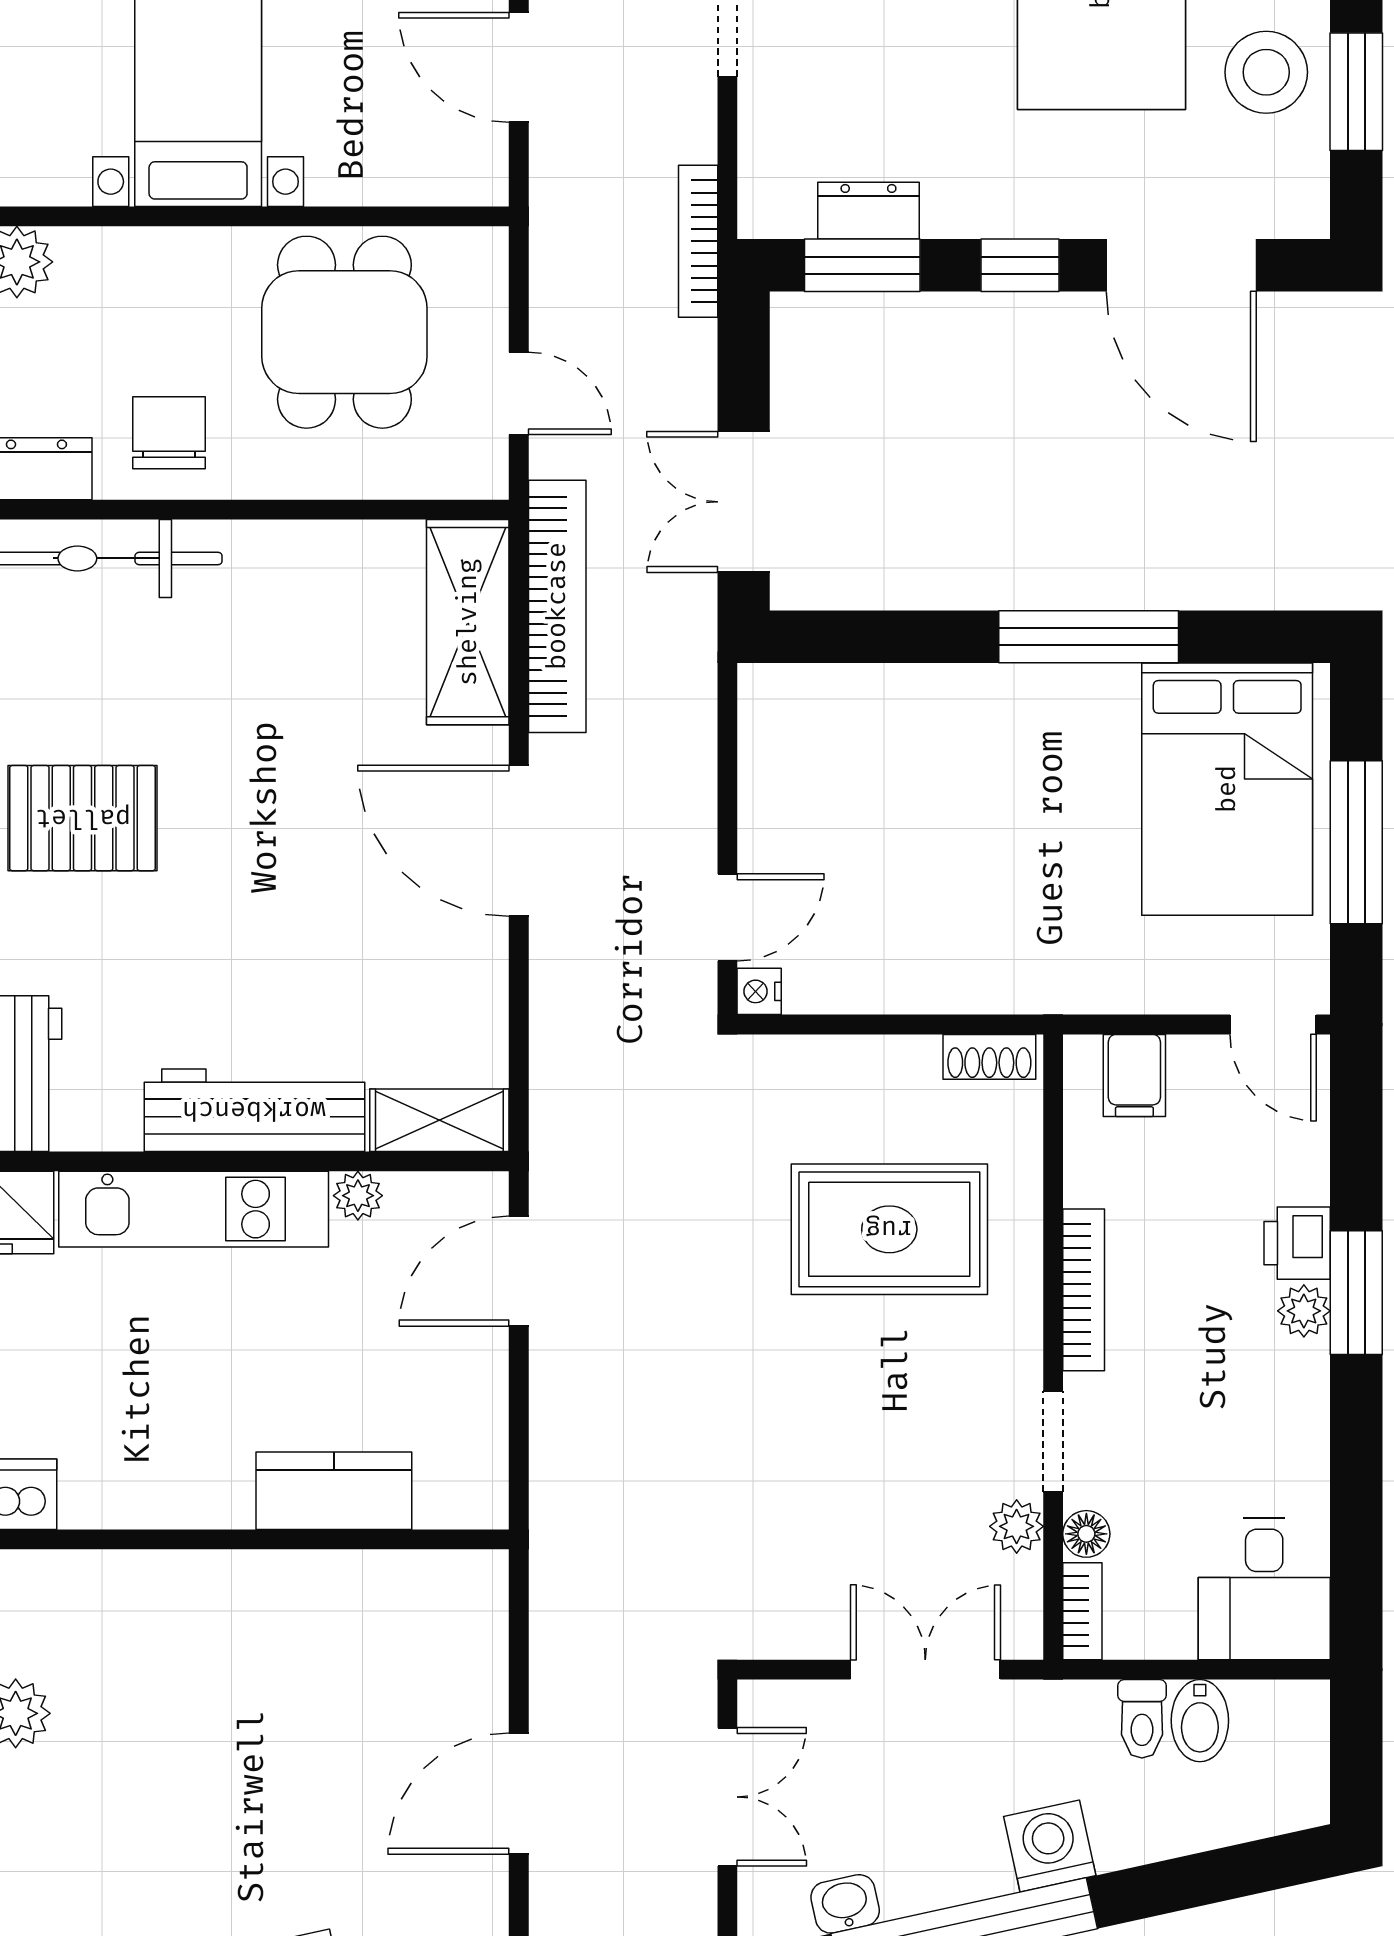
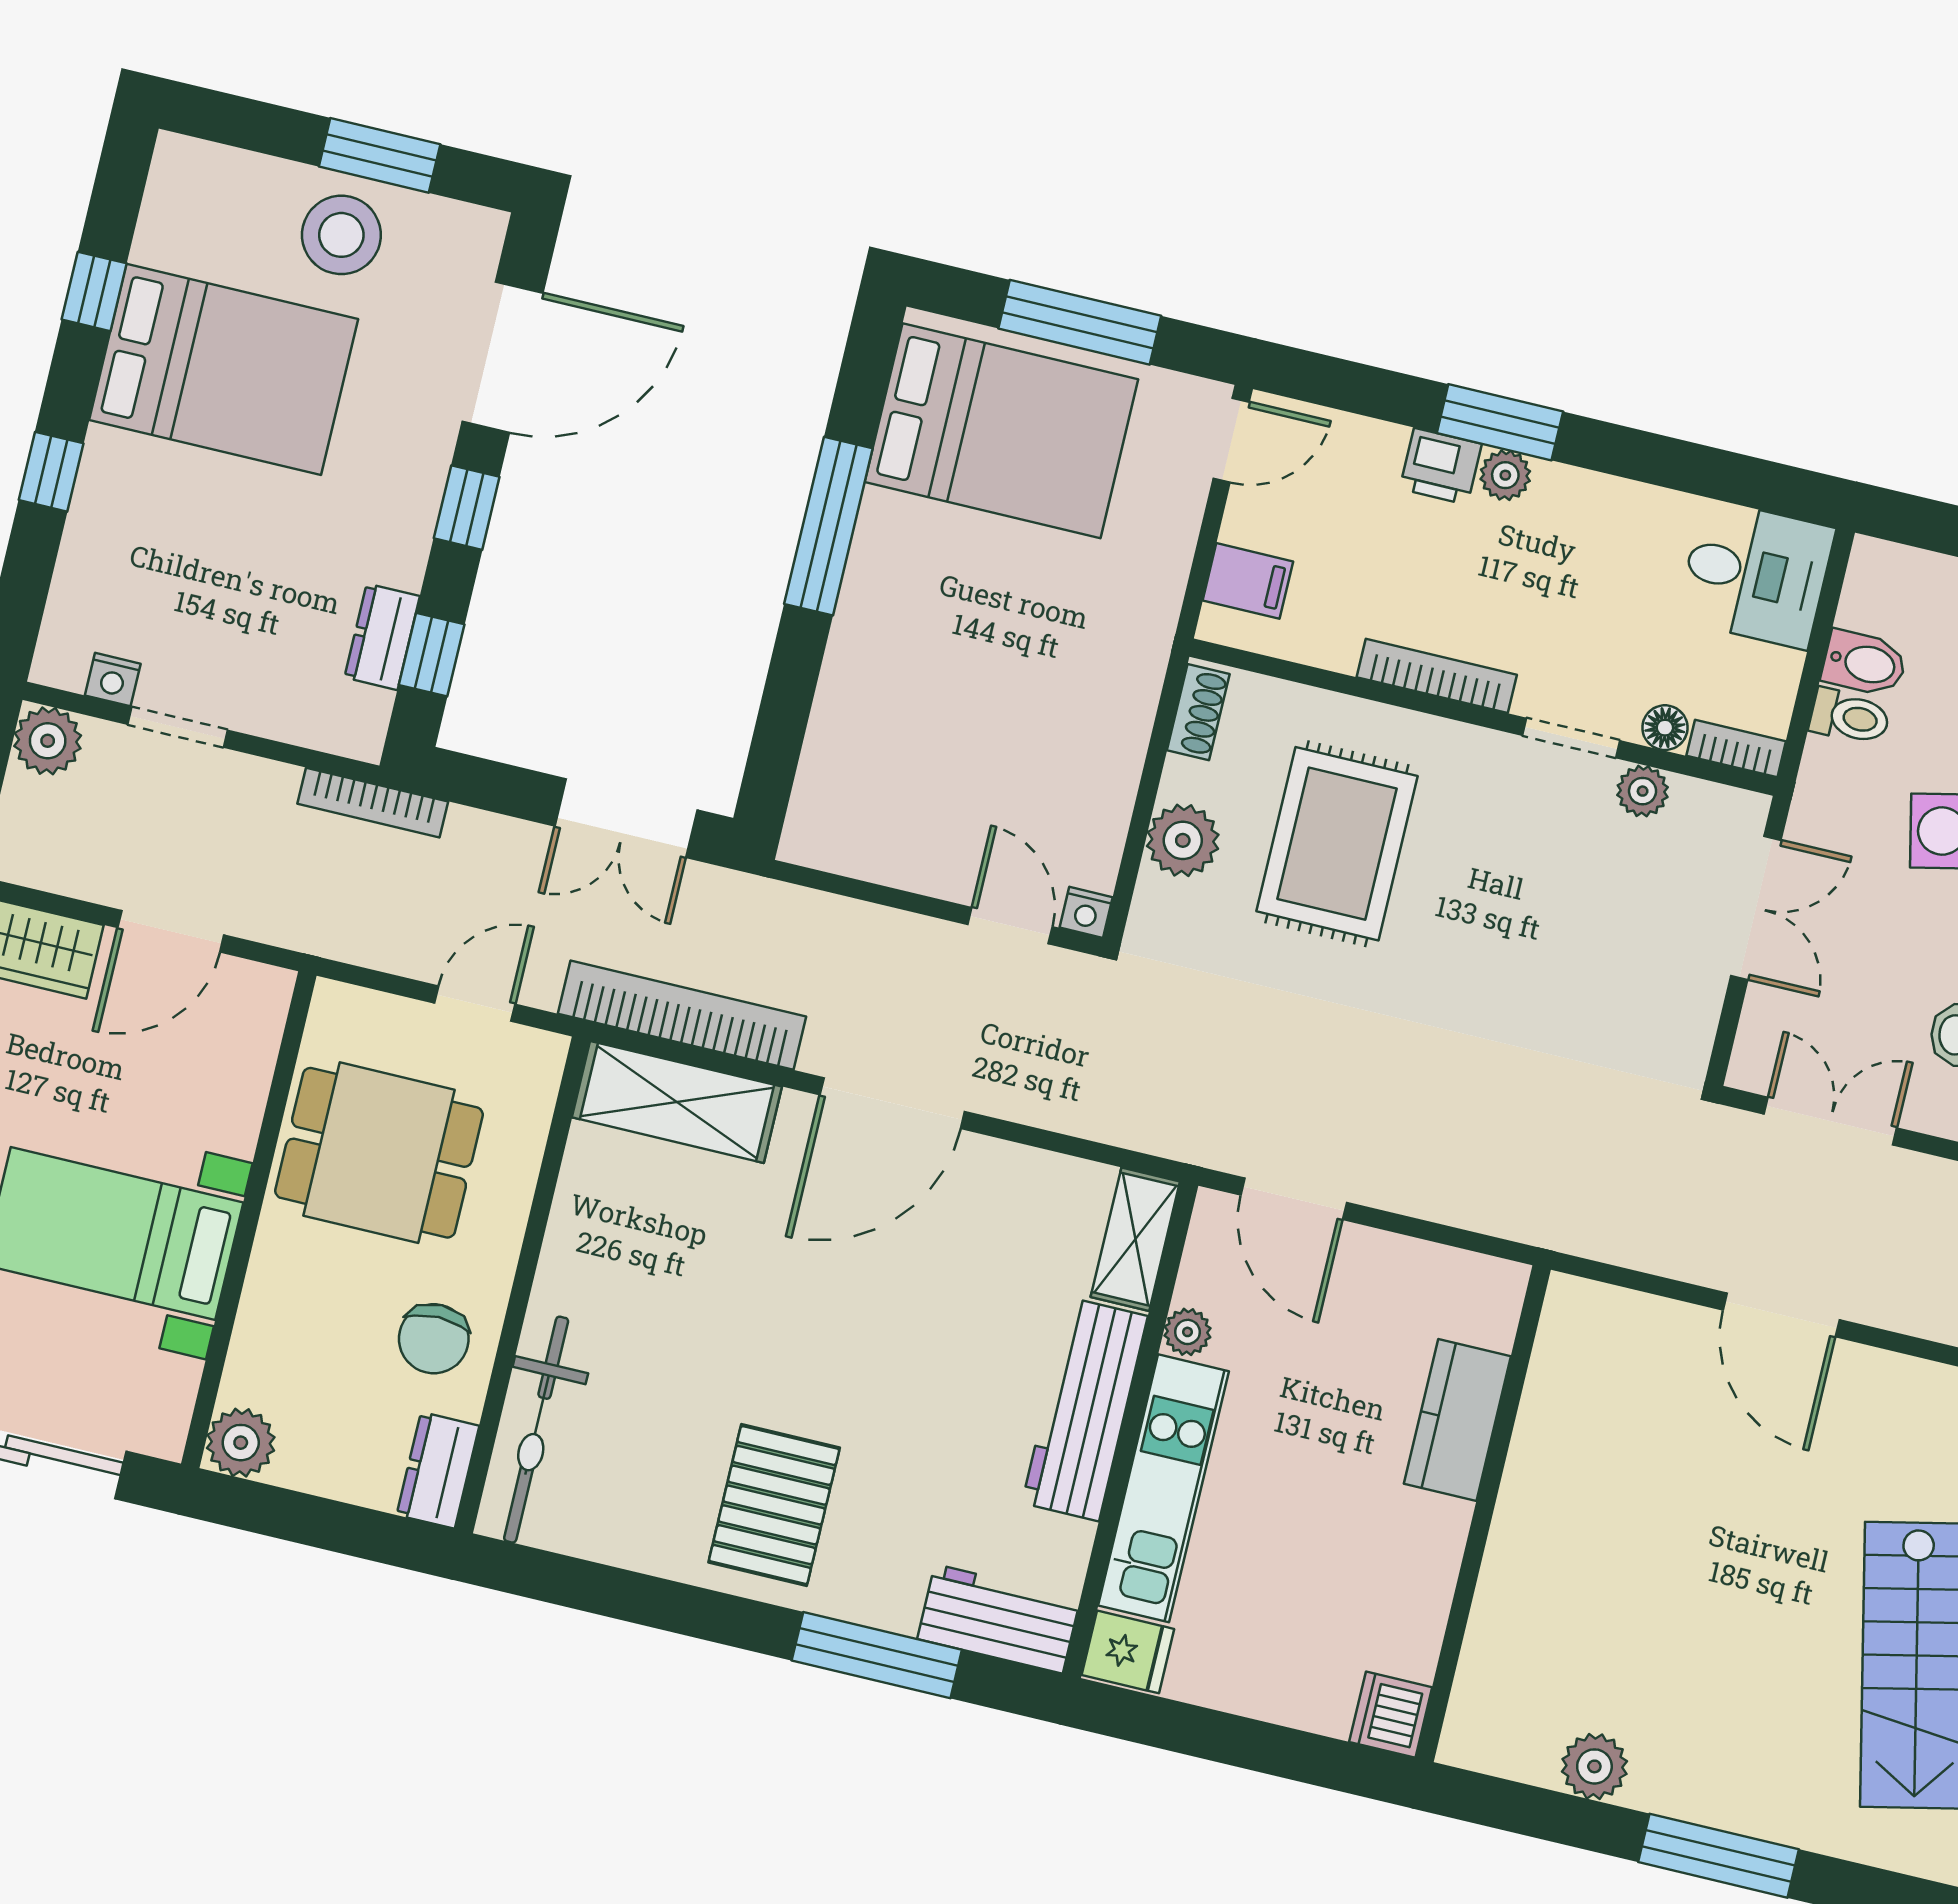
window: (862, 265) -> (432, 655), width x0.67
chair: (169, 433) -> (434, 1339), turned -90
plant: (855, 1072) -> (1183, 840), added
double door: (925, 1670) -> (1756, 908), swing flipped

